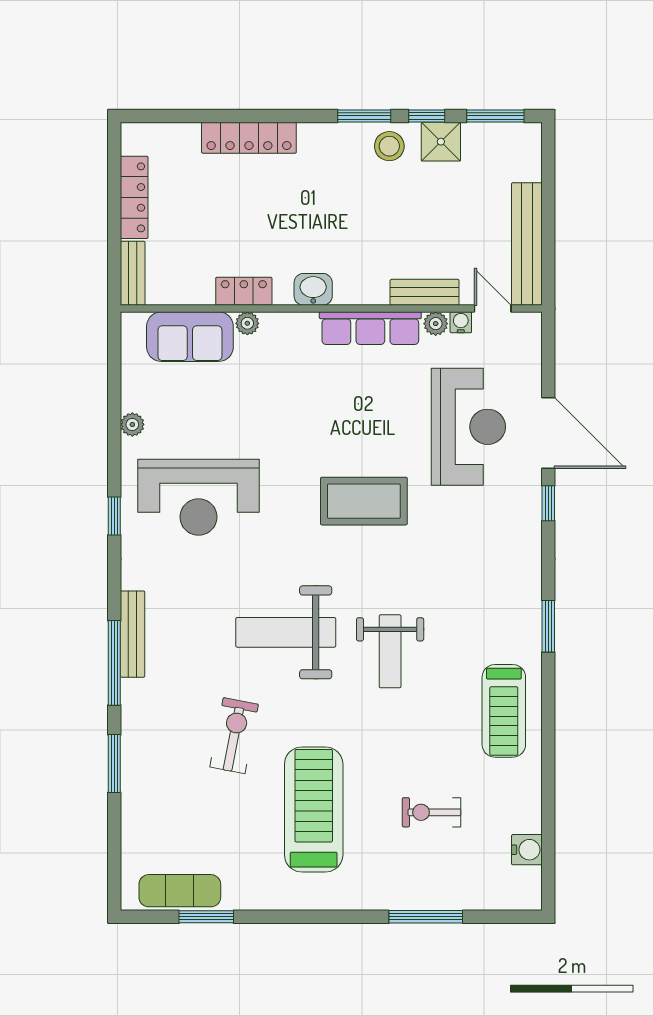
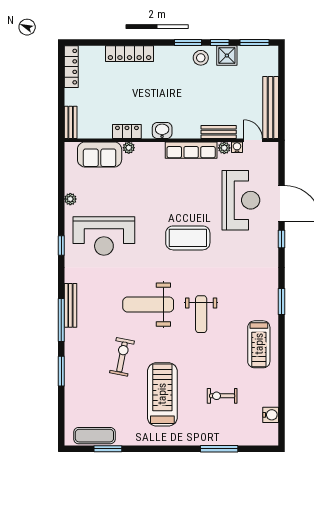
locker: (134, 197) -> (71, 67), moved

